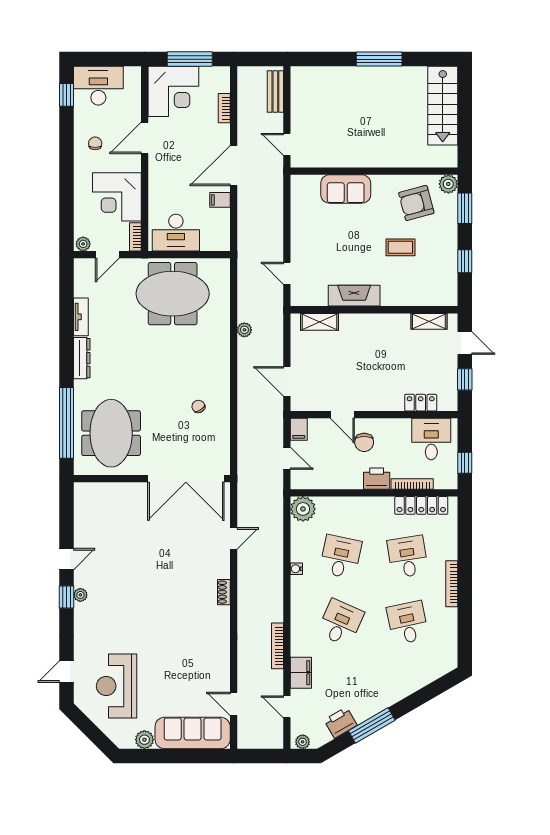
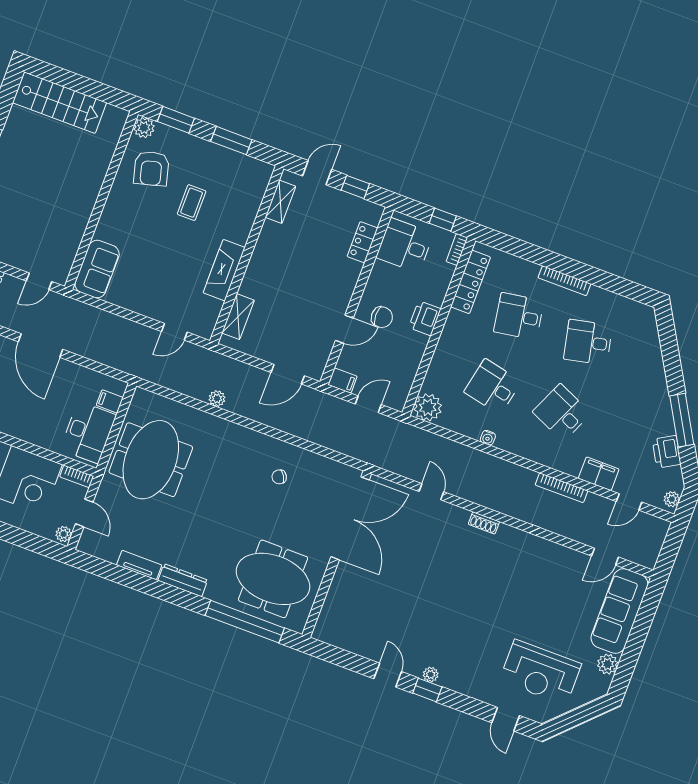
sofa: (346, 189) -> (97, 269), moved
filing cabinet: (220, 200) -> (110, 401), moved, turned 90
window: (465, 261) -> (231, 141), width x1.50
bookcase: (412, 484) -> (457, 250), moved, width x0.64

